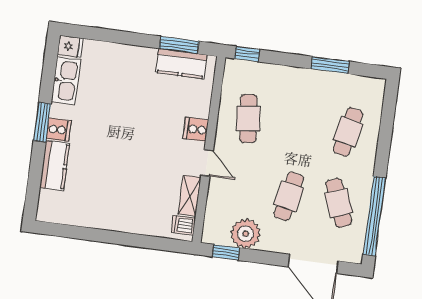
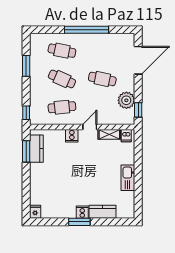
kitchen sink: (66, 81) -> (128, 178), moved, turned -90
cafe table: (339, 203) -> (62, 79), moved, turned 45
window: (374, 216) -> (87, 30), moved

